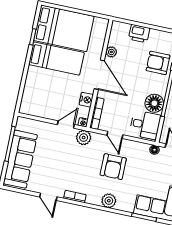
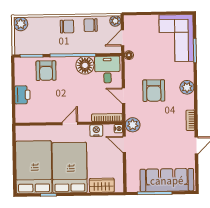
plant: (111, 52) -> (46, 117), removed
bed: (56, 59) -> (70, 168), width x1.50
door: (99, 75) -> (70, 124), width x0.53
wardrobe: (30, 93) -> (102, 185), added
door: (115, 135) -> (123, 96), swing flipped
armchair: (113, 167) -> (154, 91), turned 90

